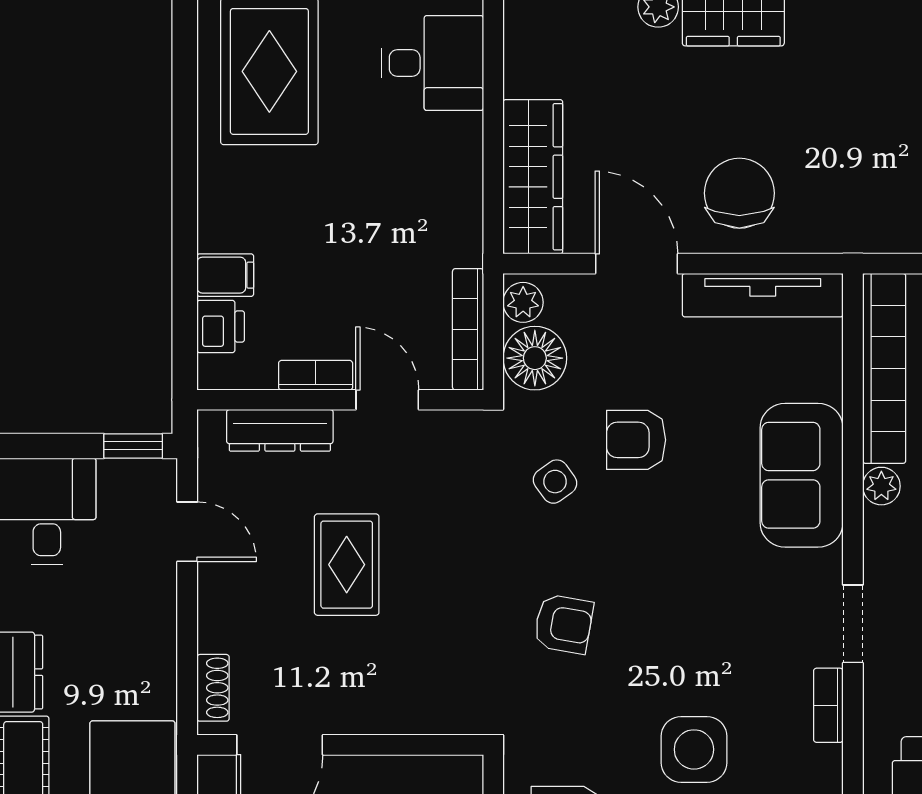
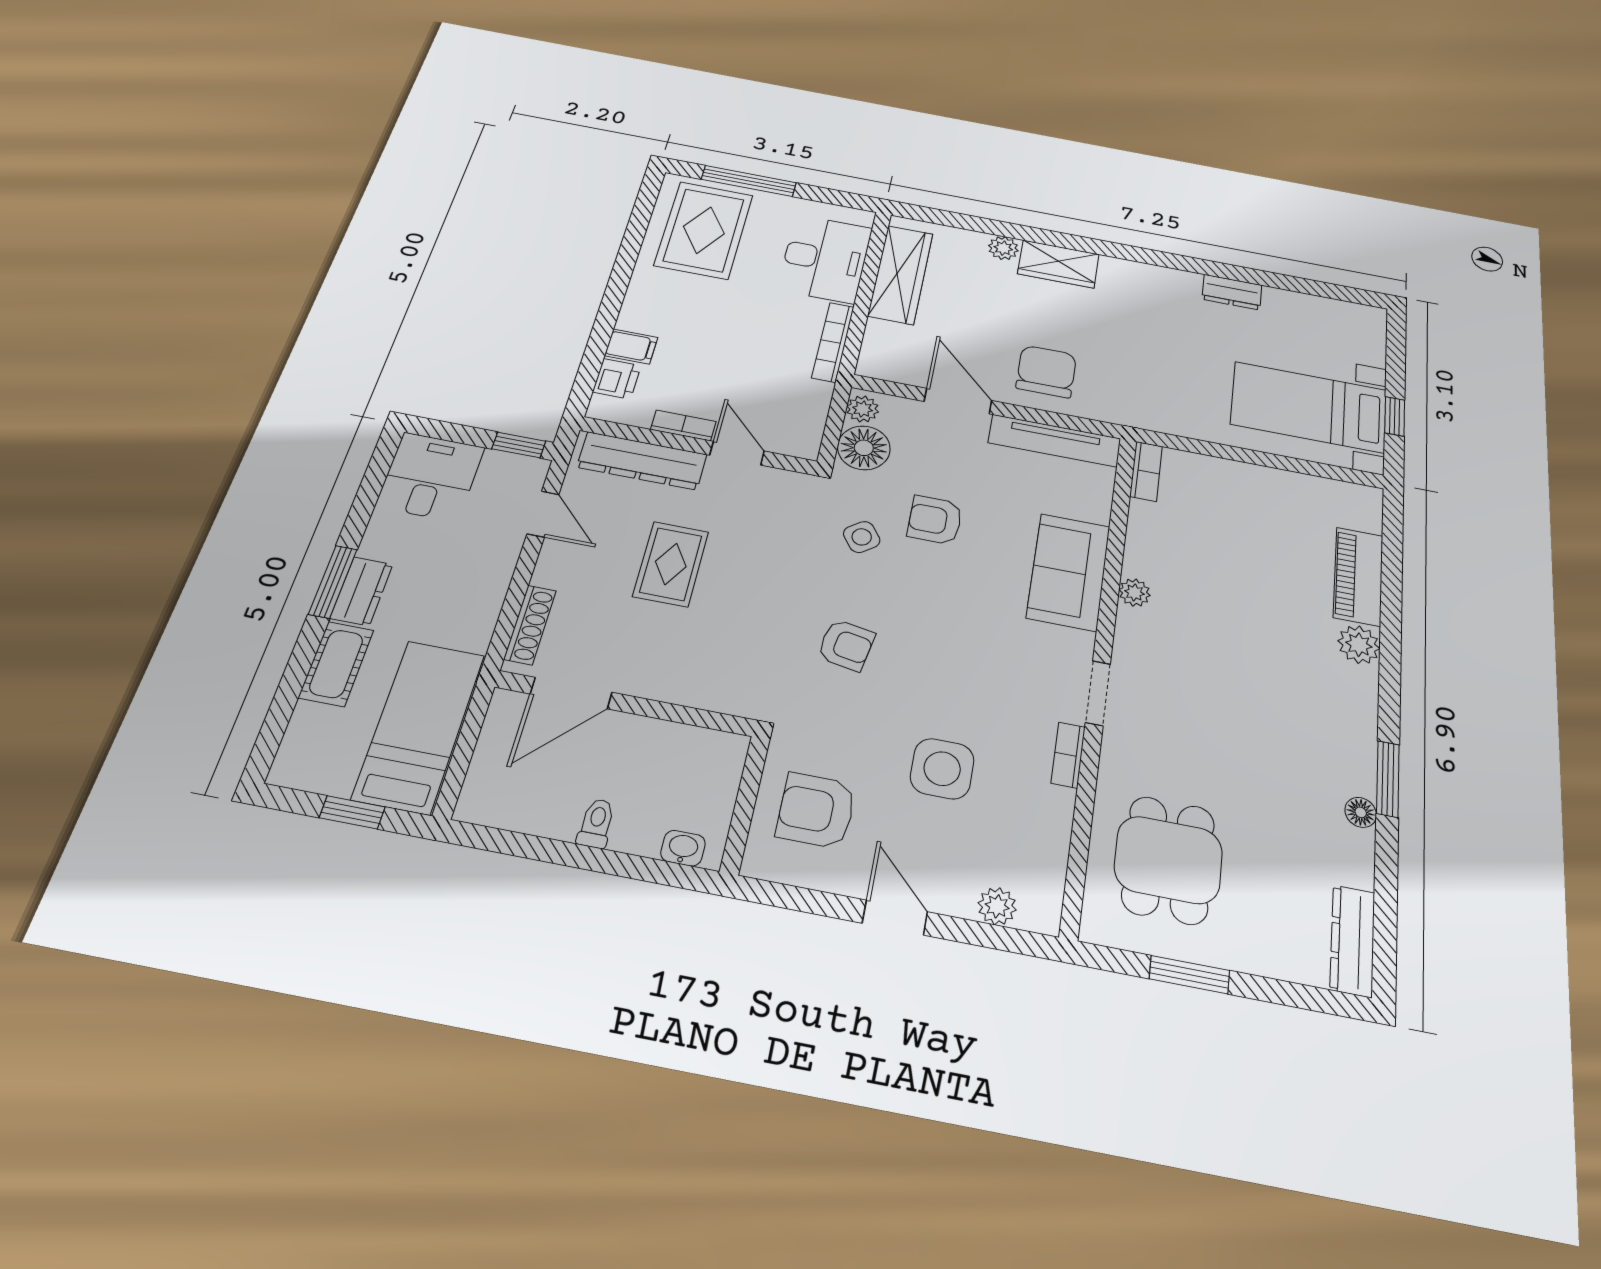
desk: (432, 63) -> (825, 259), width x1.37
wardrobe: (533, 177) -> (901, 275), moved
bookcase: (468, 329) -> (833, 342), moved
bookcase: (884, 368) -> (1146, 471), width x0.43, depth x0.76
dresser: (280, 430) -> (642, 461), width x1.37, depth x1.24
shoe rack: (213, 688) -> (530, 625), width x1.43

